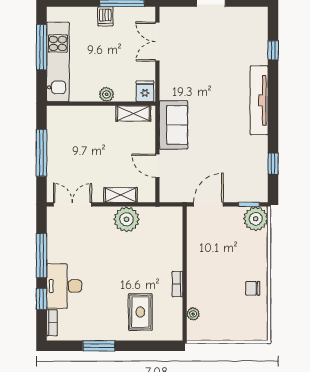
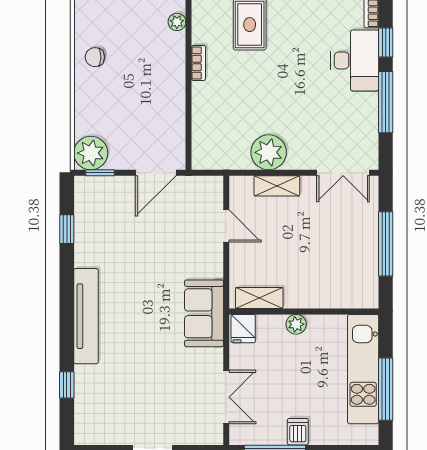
sofa: (173, 125) -> (204, 313), moved
chair: (253, 288) -> (95, 57), turned 180

